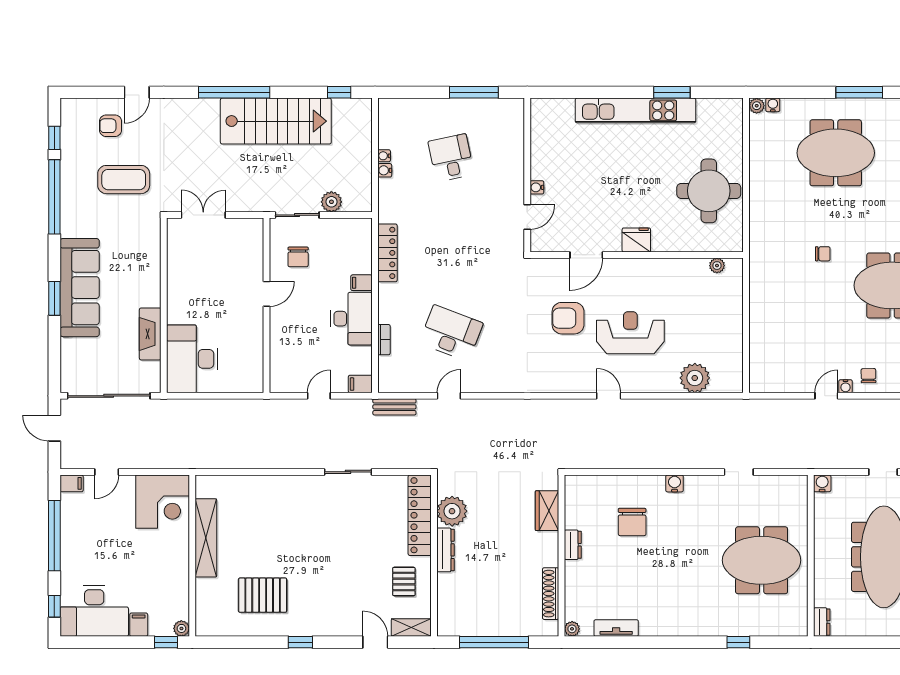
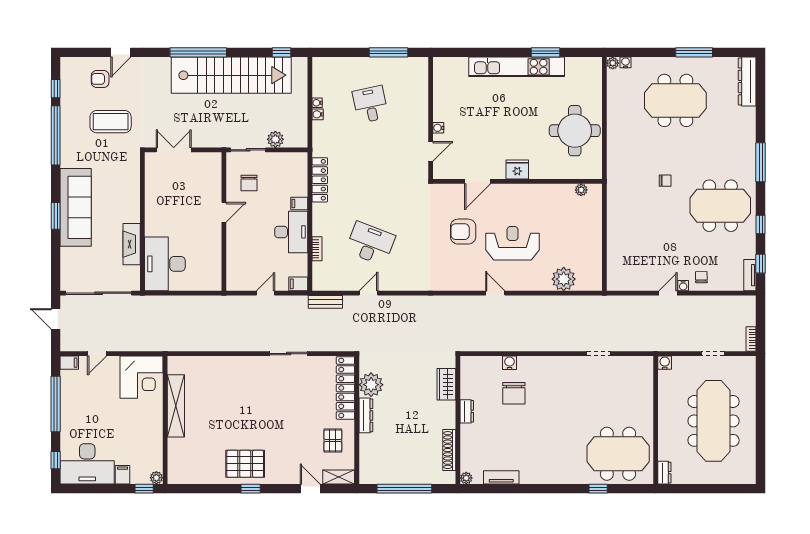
stairs: (276, 121) -> (231, 75), width x1.36
water cooler: (675, 483) -> (510, 363), moved
meeting table: (762, 560) -> (618, 454), moved
pallet: (263, 595) -> (245, 464), moved

